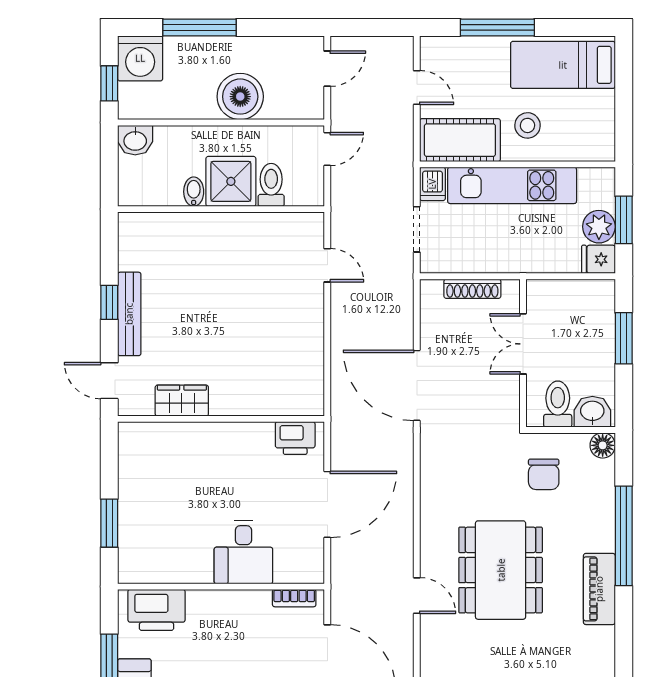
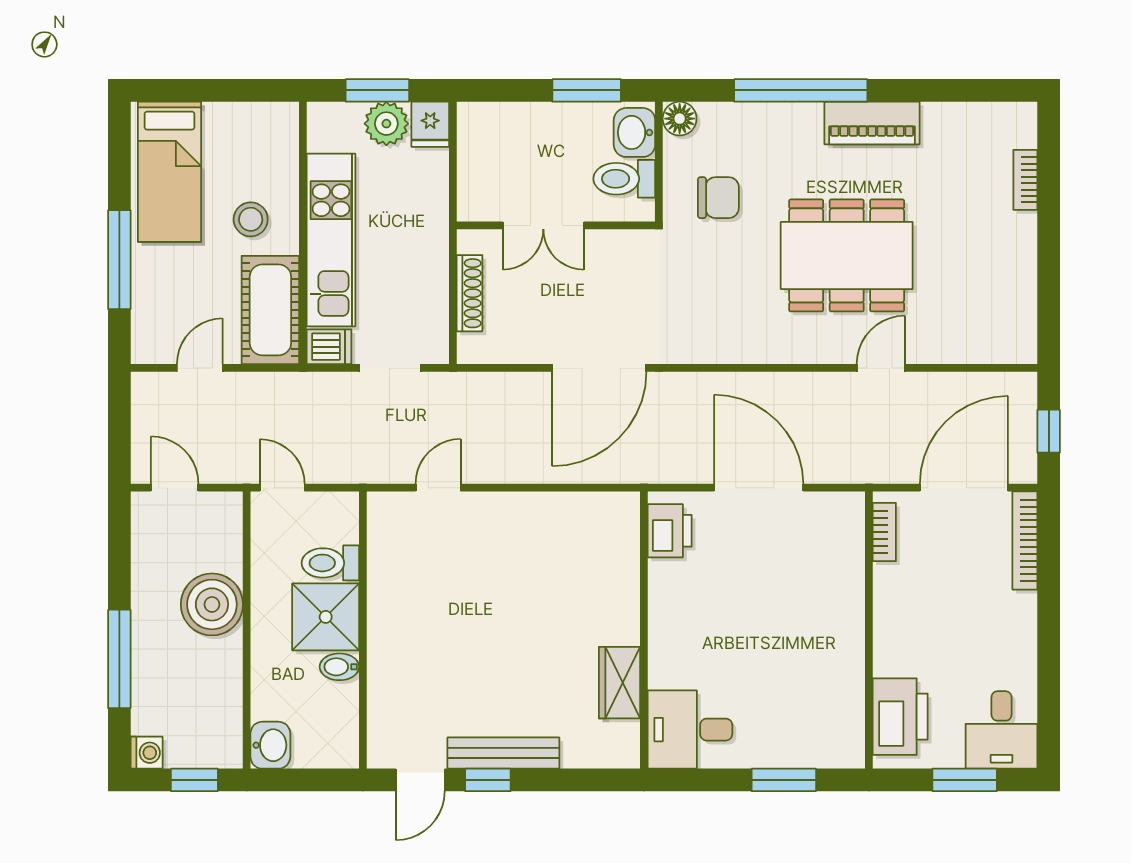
washing machine: (140, 58) -> (147, 753), width x0.53, depth x0.53
window: (624, 338) -> (587, 90), moved
door: (109, 381) -> (420, 780), moved
desk: (243, 552) -> (690, 730), moved, turned 180

